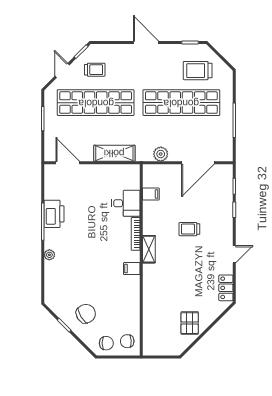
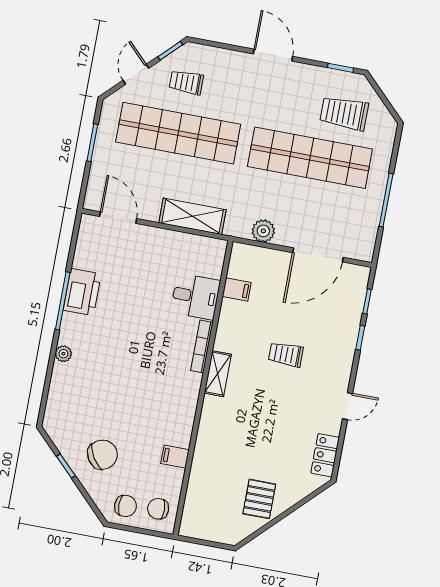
trolley: (95, 70) -> (186, 82), turned 180
filing cabinet: (132, 269) -> (175, 457), moved

